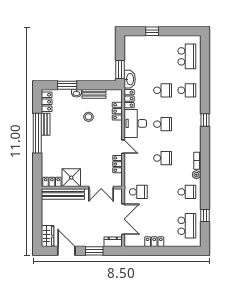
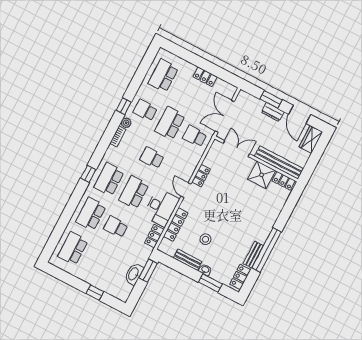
washbasin: (130, 79) -> (134, 274), moved
school desk: (187, 90) -> (91, 214), width x1.85
locker: (117, 111) -> (176, 225), width x1.53
school desk: (163, 124) -> (134, 192), width x1.85
school desk: (187, 124) -> (109, 179), added
shower: (71, 178) -> (262, 175), moved
locker: (52, 182) -> (284, 181), moved
wall: (82, 188) -> (256, 159), moved
double door: (101, 188) -> (236, 149), moved
school desk: (163, 192) -> (170, 123), added
bench: (63, 194) -> (279, 162), moved
window: (205, 215) -> (124, 106), moved
dresser: (113, 242) -> (273, 112), moved

